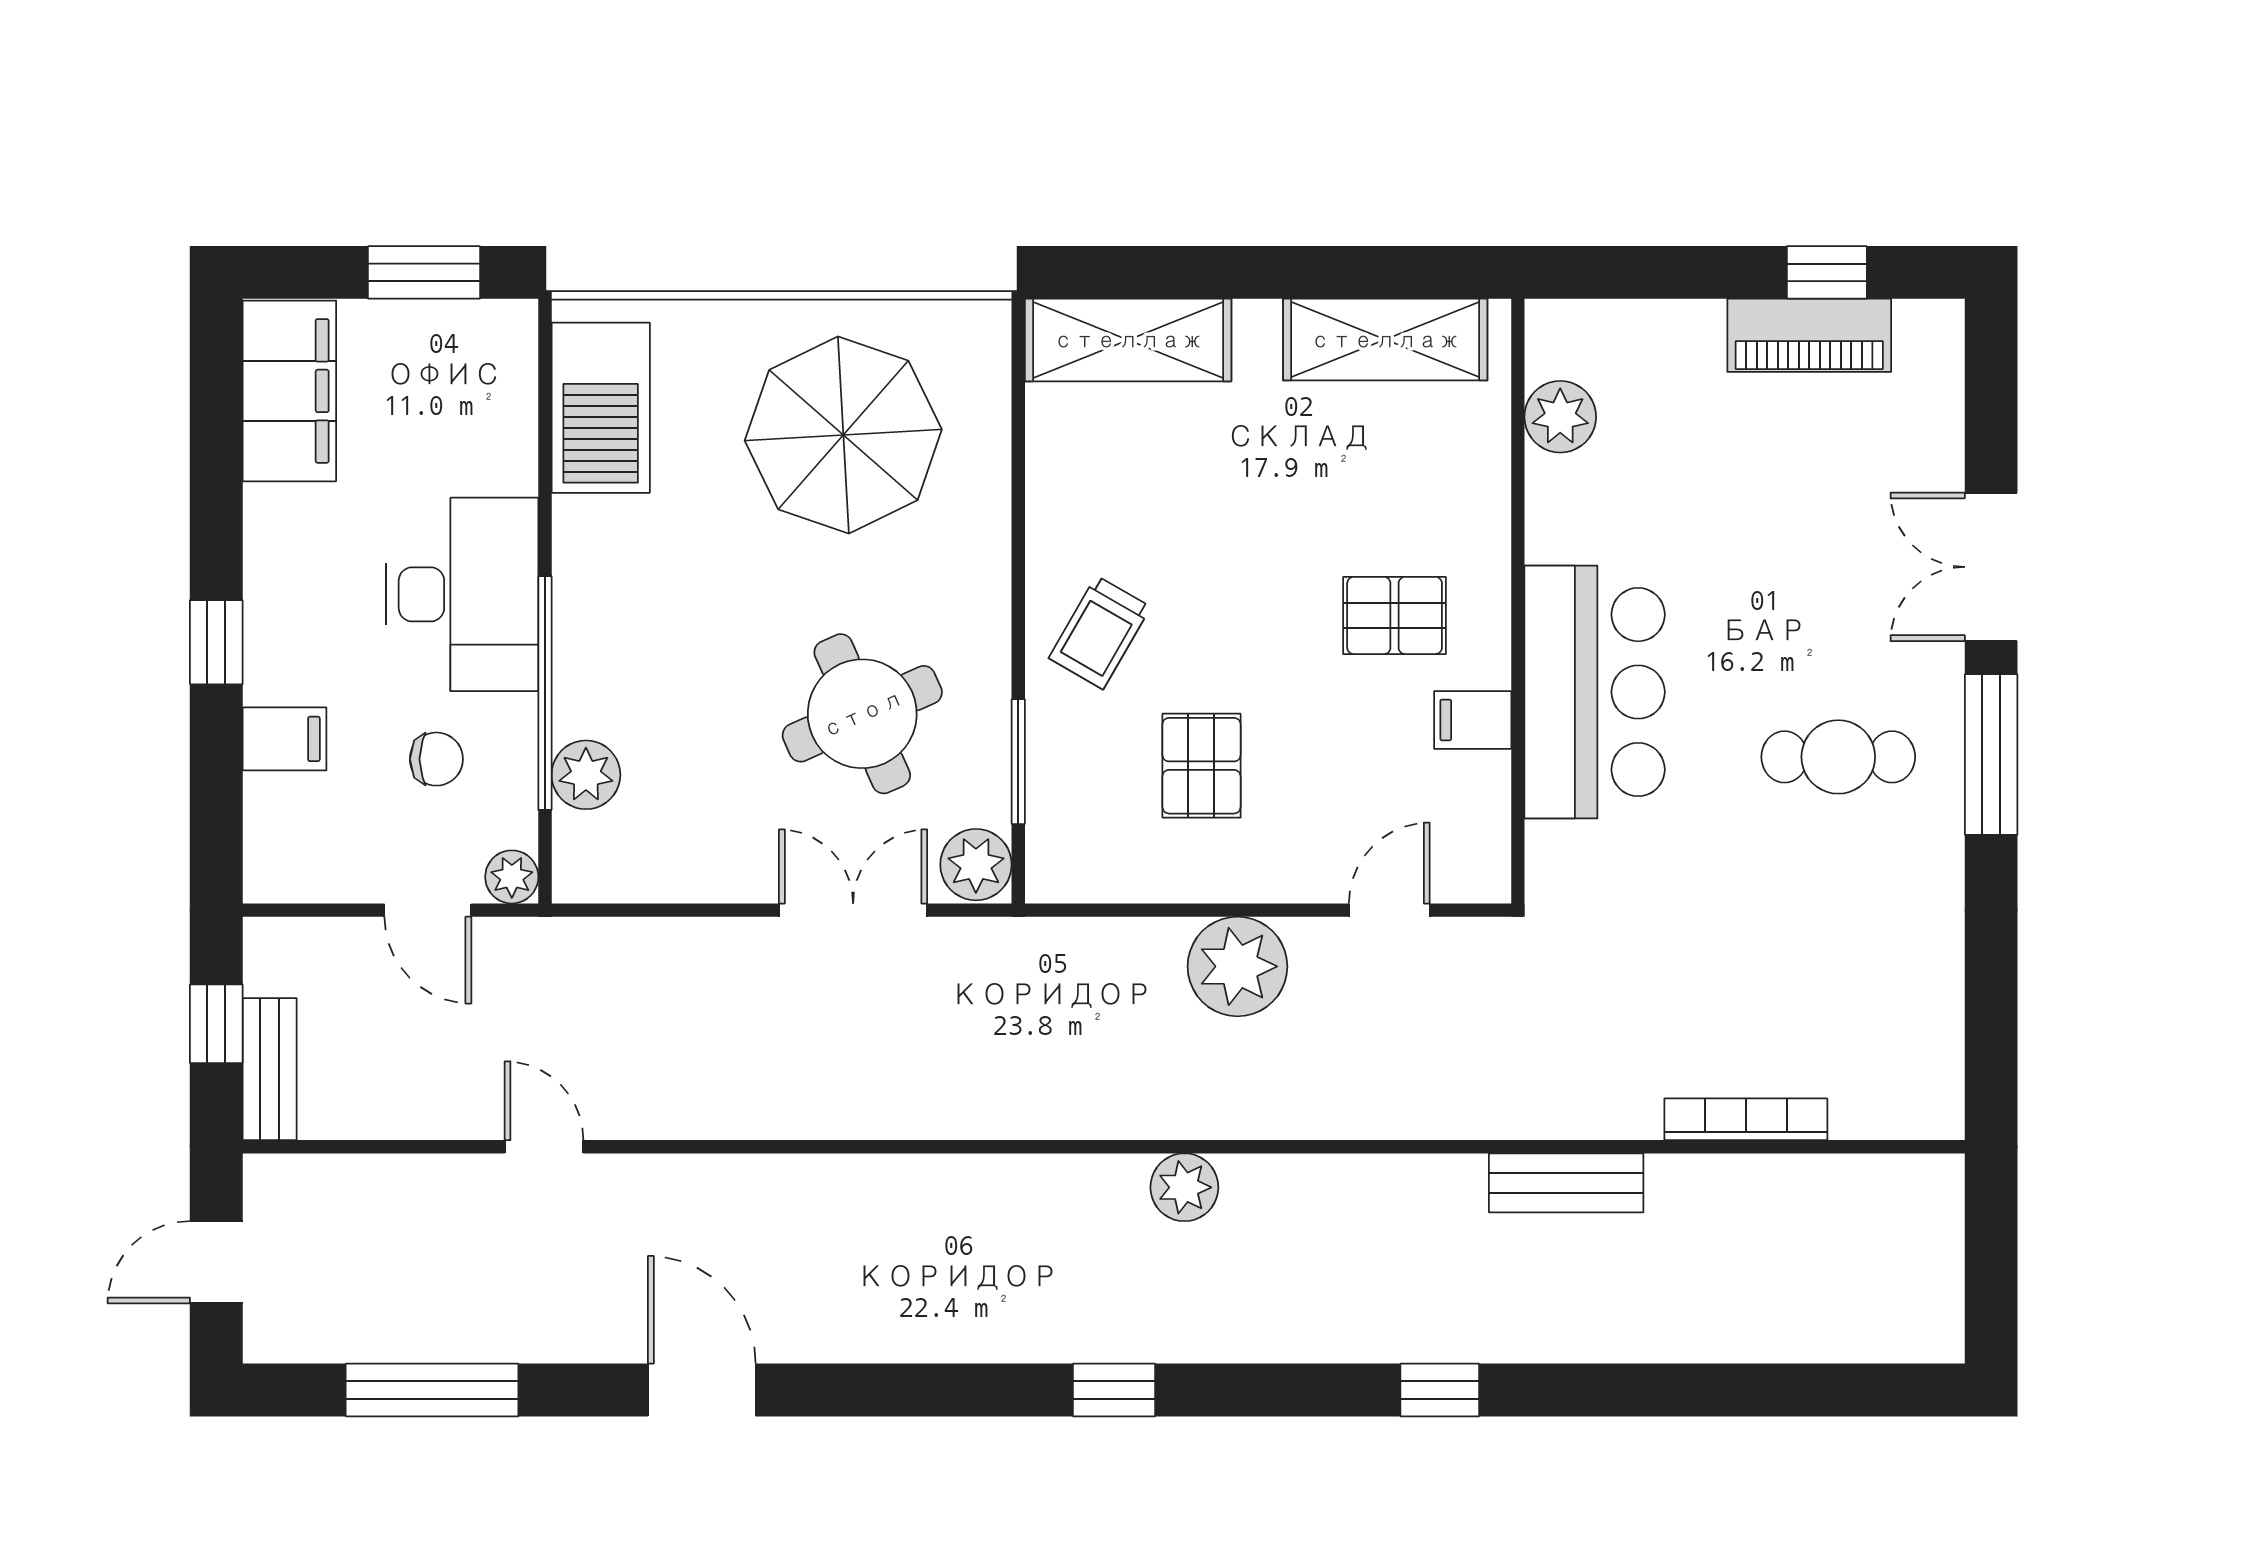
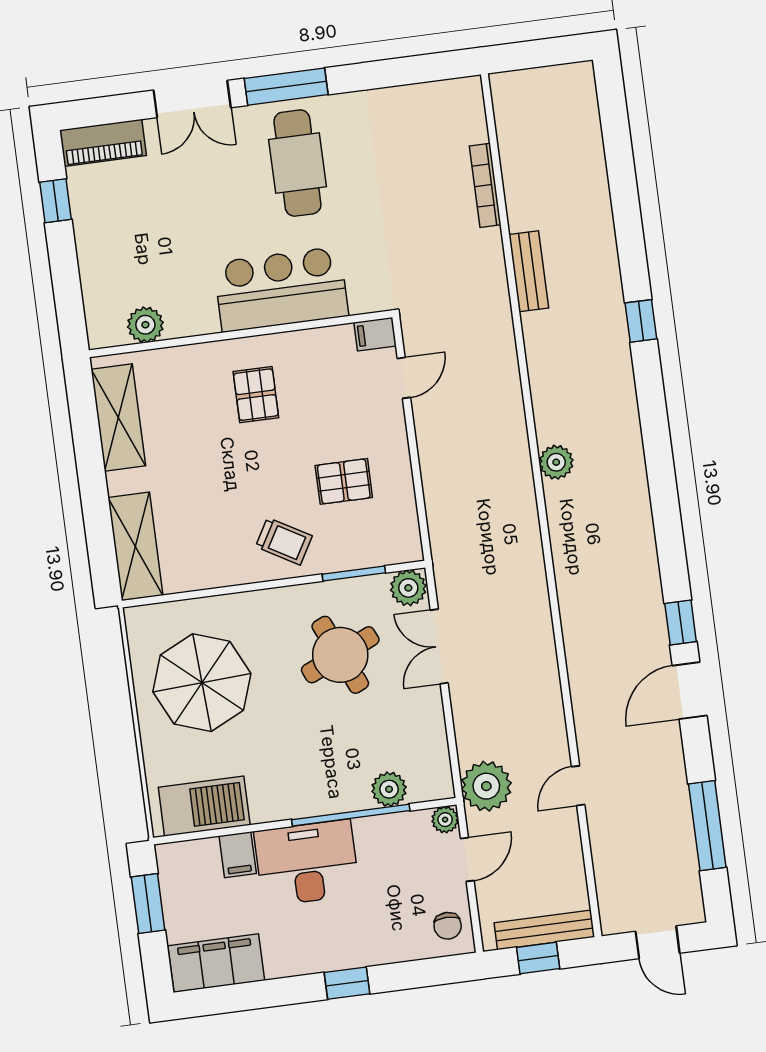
piano: (1809, 335) -> (103, 143), moved, turned 90
filing cabinet: (1473, 720) -> (375, 334), moved, turned 90
filing cabinet: (285, 739) -> (238, 855), moved, turned 180
cafe table: (1838, 757) -> (297, 163), width x1.37, depth x1.35
chair: (436, 759) -> (448, 926), moved, turned 180
door: (1389, 910) -> (404, 378), swing flipped
plant: (1237, 966) -> (486, 786), moved
bench: (270, 1069) -> (544, 930), width x1.36
window: (1114, 1390) -> (681, 623), moved

